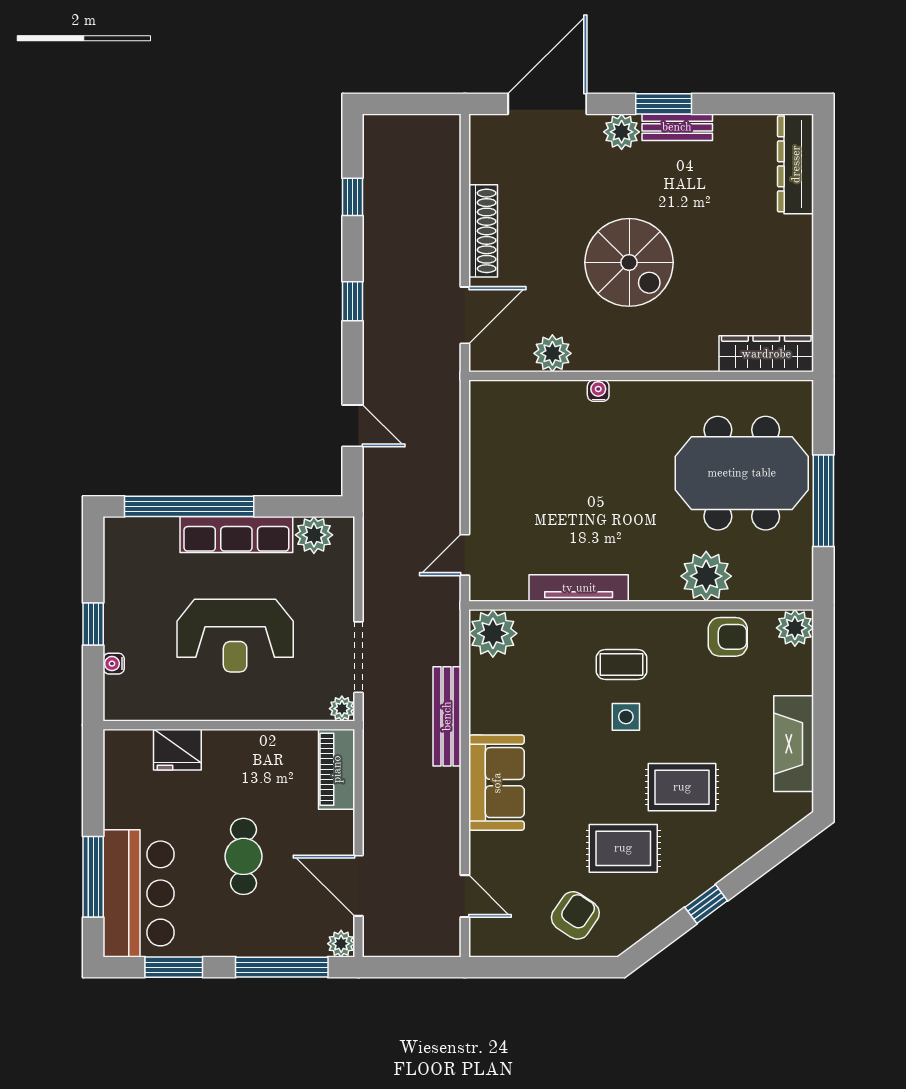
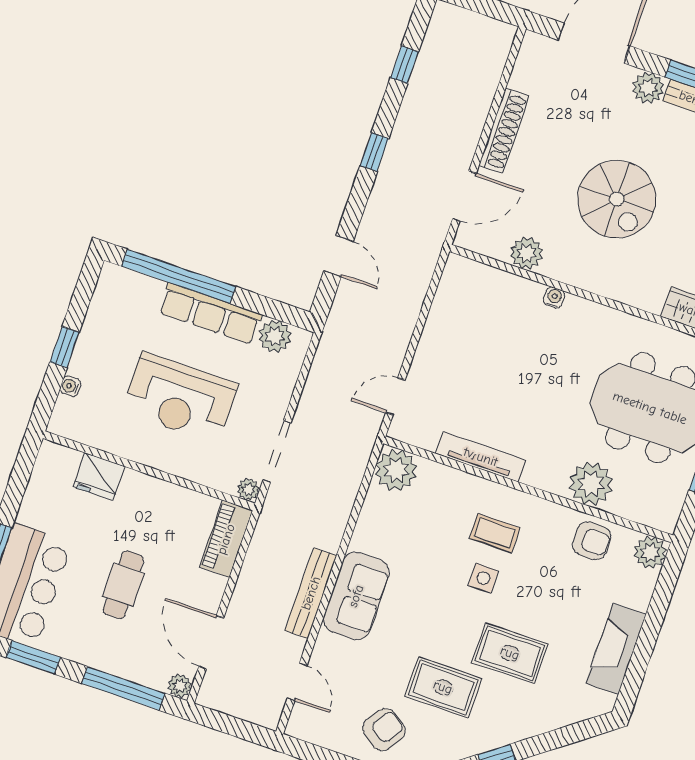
bench: (447, 716) -> (311, 593), moved

